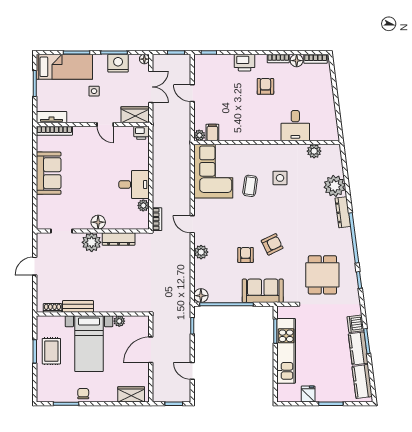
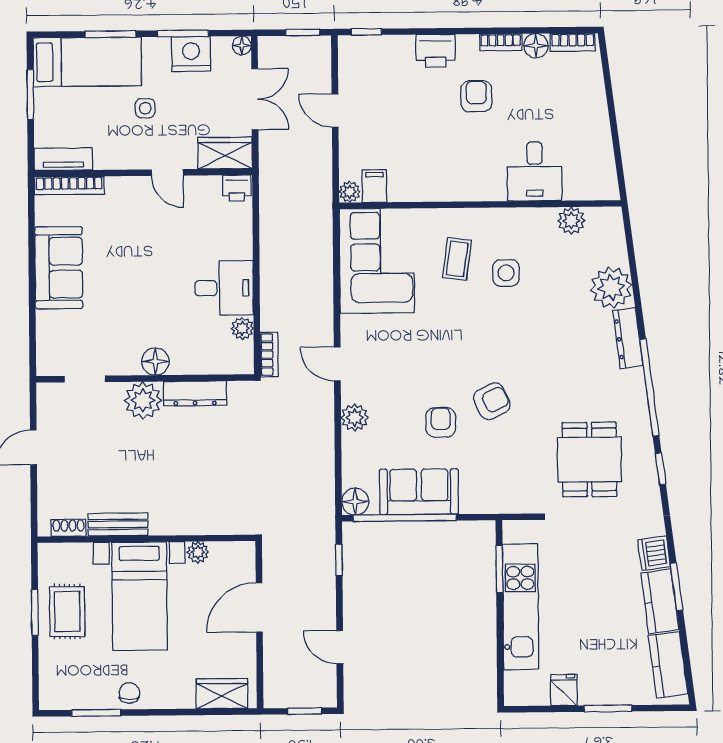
coffee table: (250, 186) -> (457, 259), moved
sofa: (263, 291) -> (419, 492), moved

